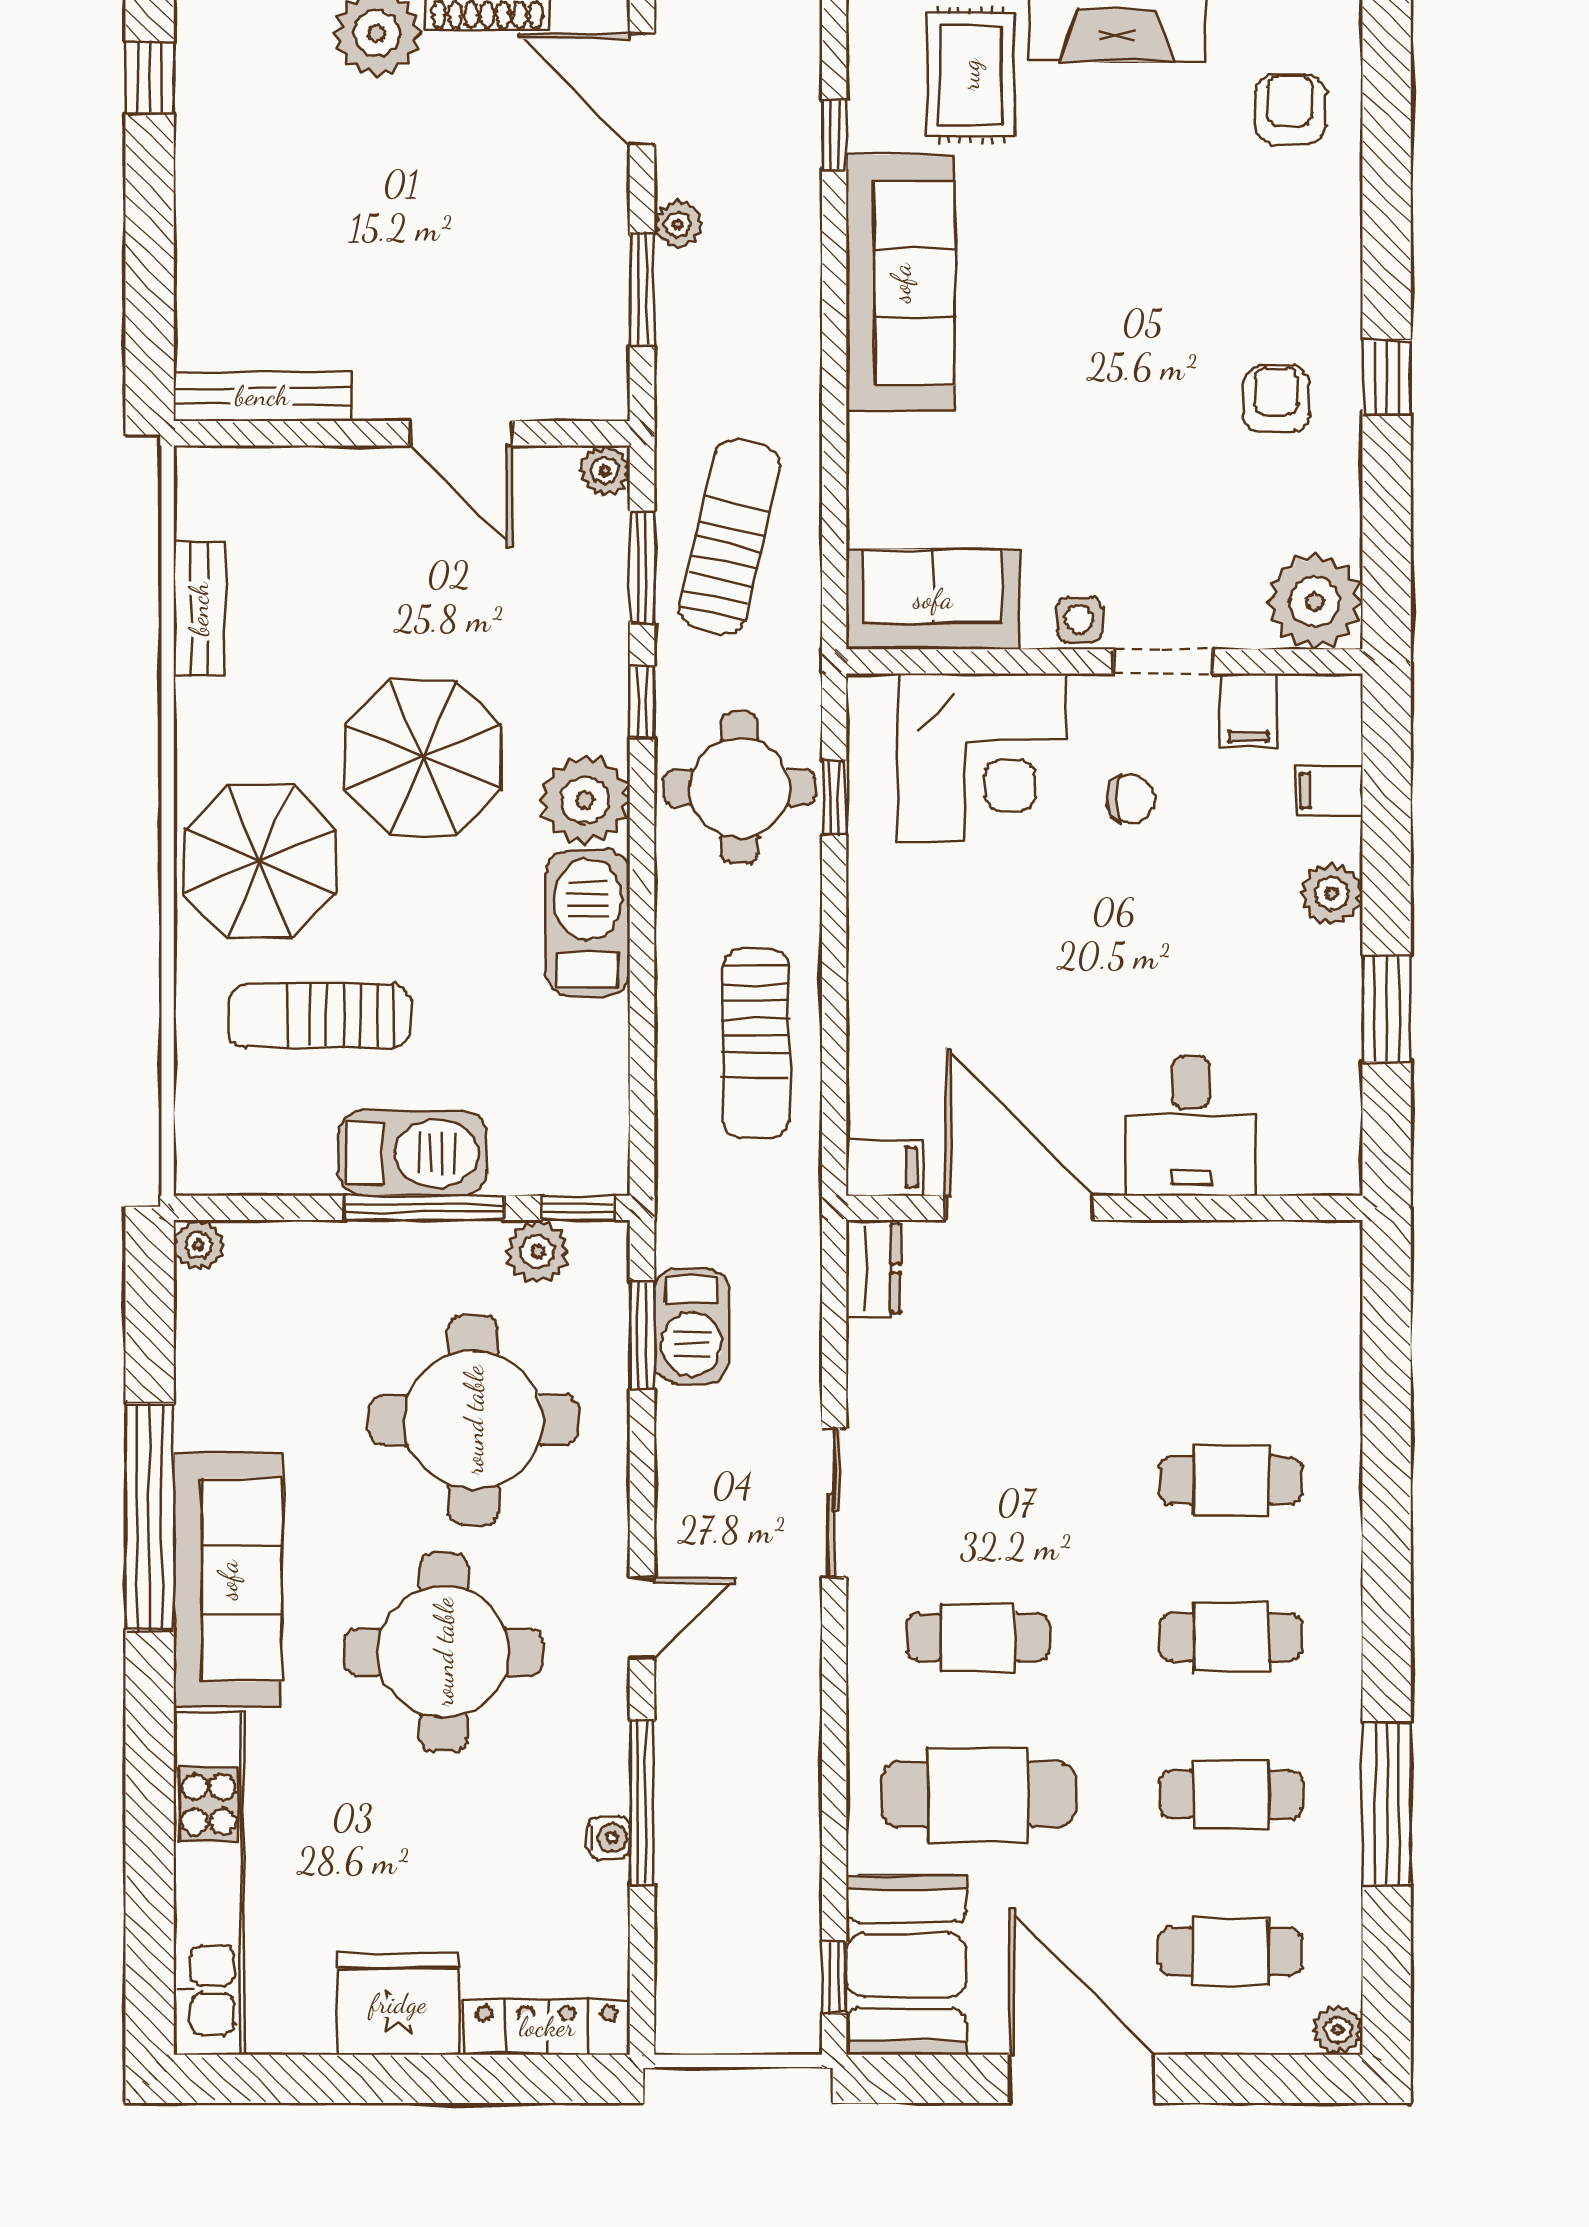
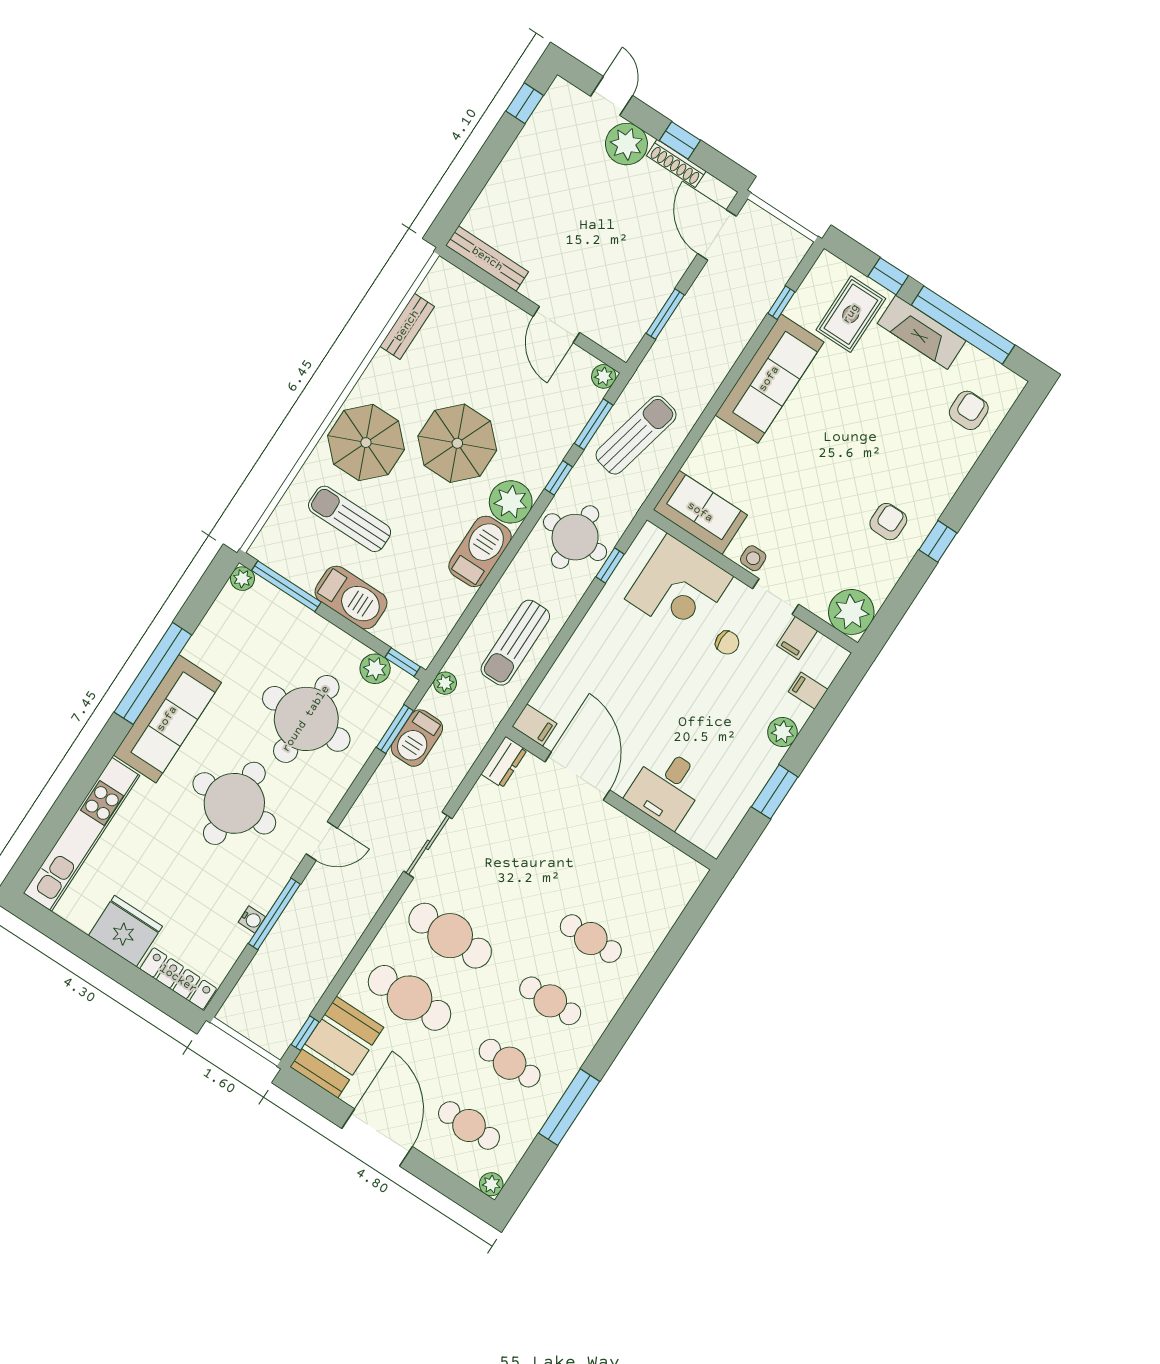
plant: (678, 224) -> (445, 683), moved
window: (424, 1208) -> (286, 586), moved
cafe table: (978, 1637) -> (450, 936), width x1.37, depth x1.35

